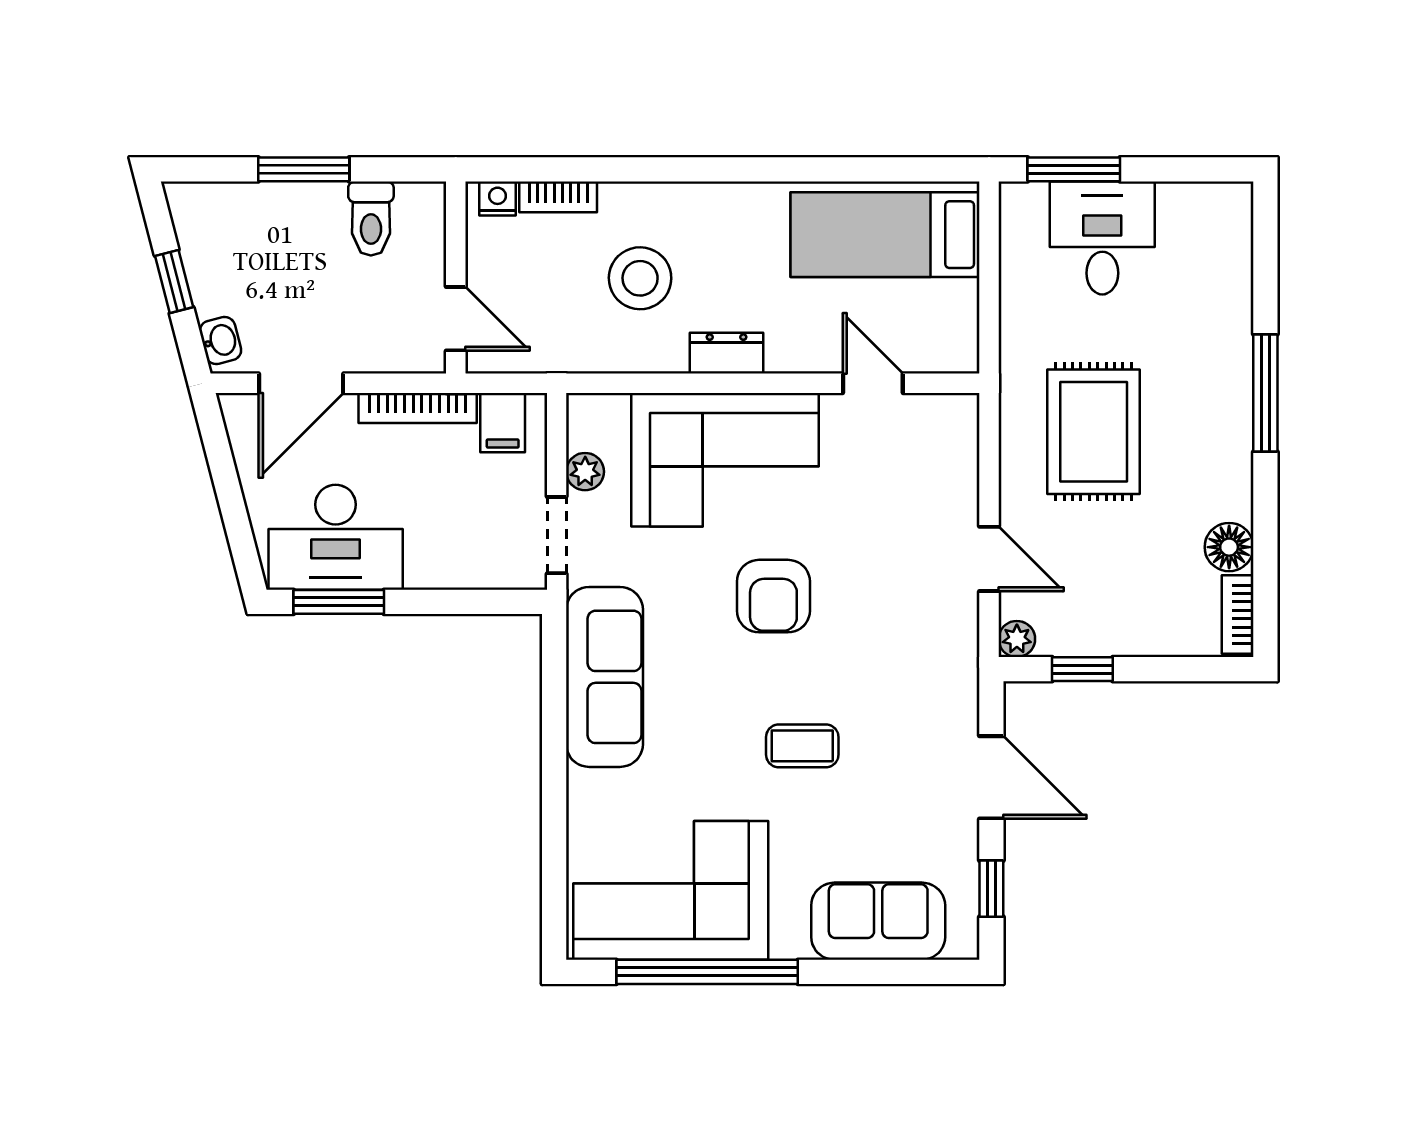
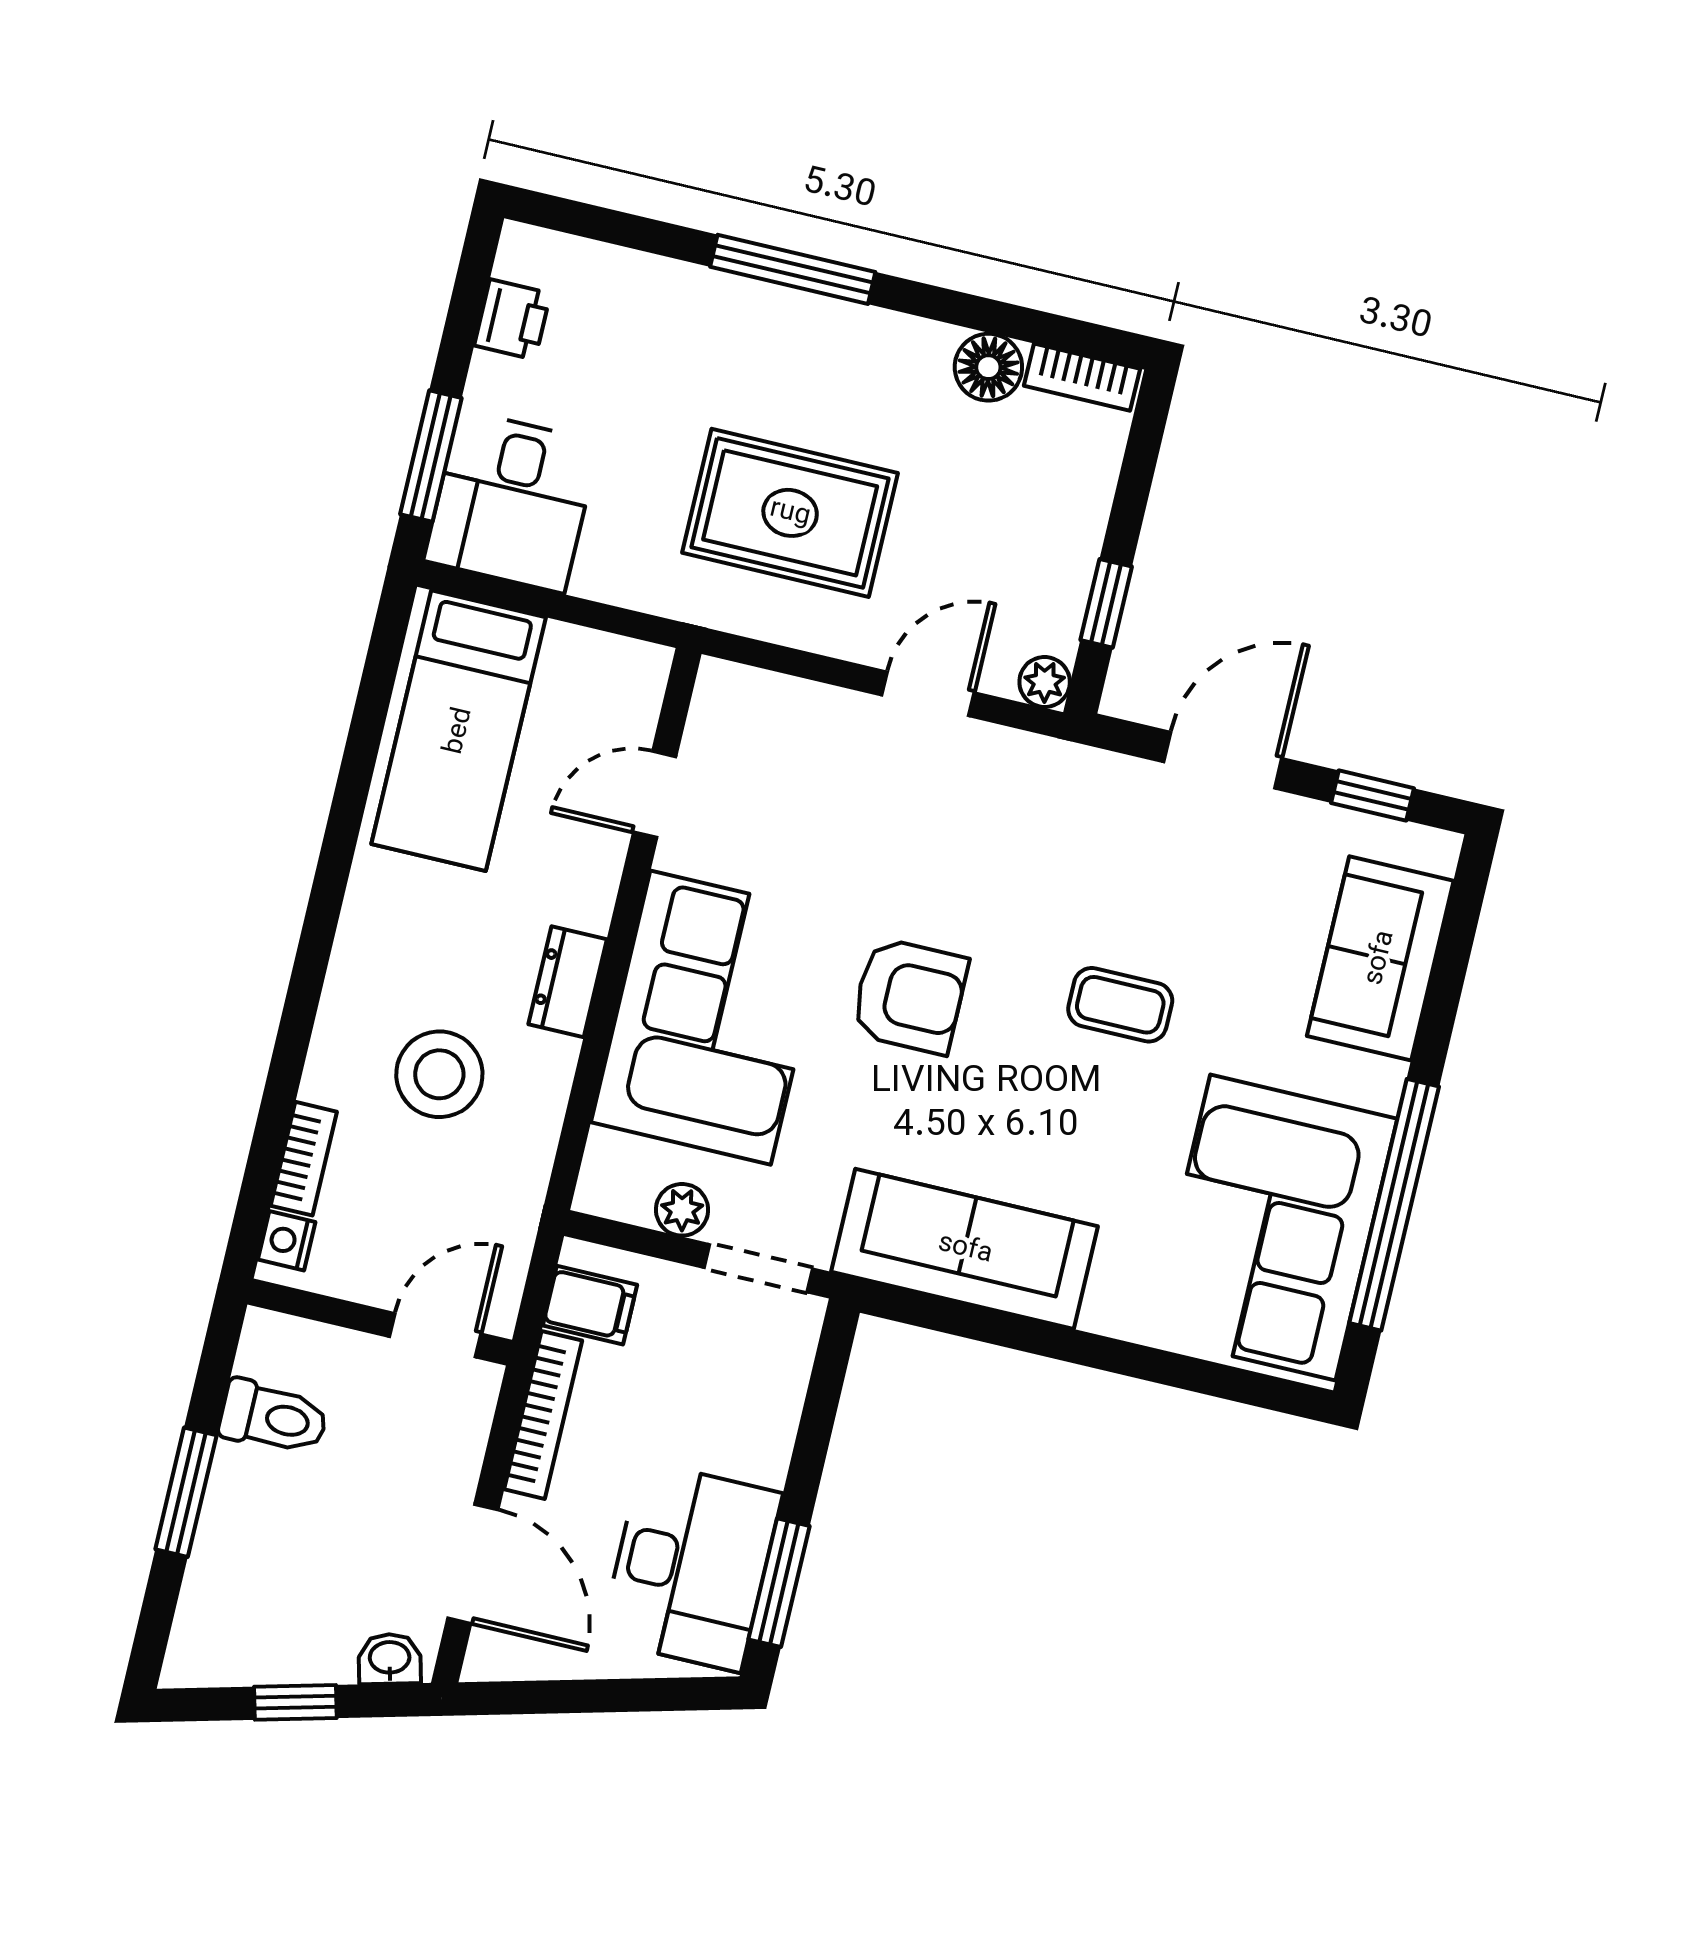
printer: (1183, 204) -> (512, 319), added
desk: (1102, 238) -> (512, 501), moved, turned -90
coffee table: (802, 746) -> (1120, 1005), turned 90

